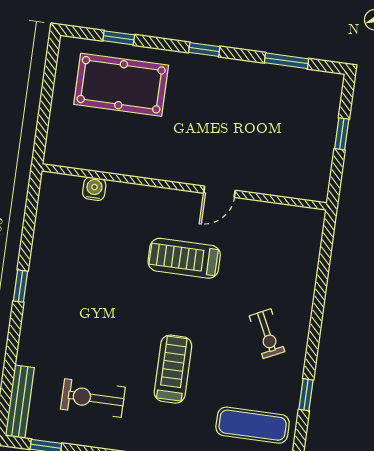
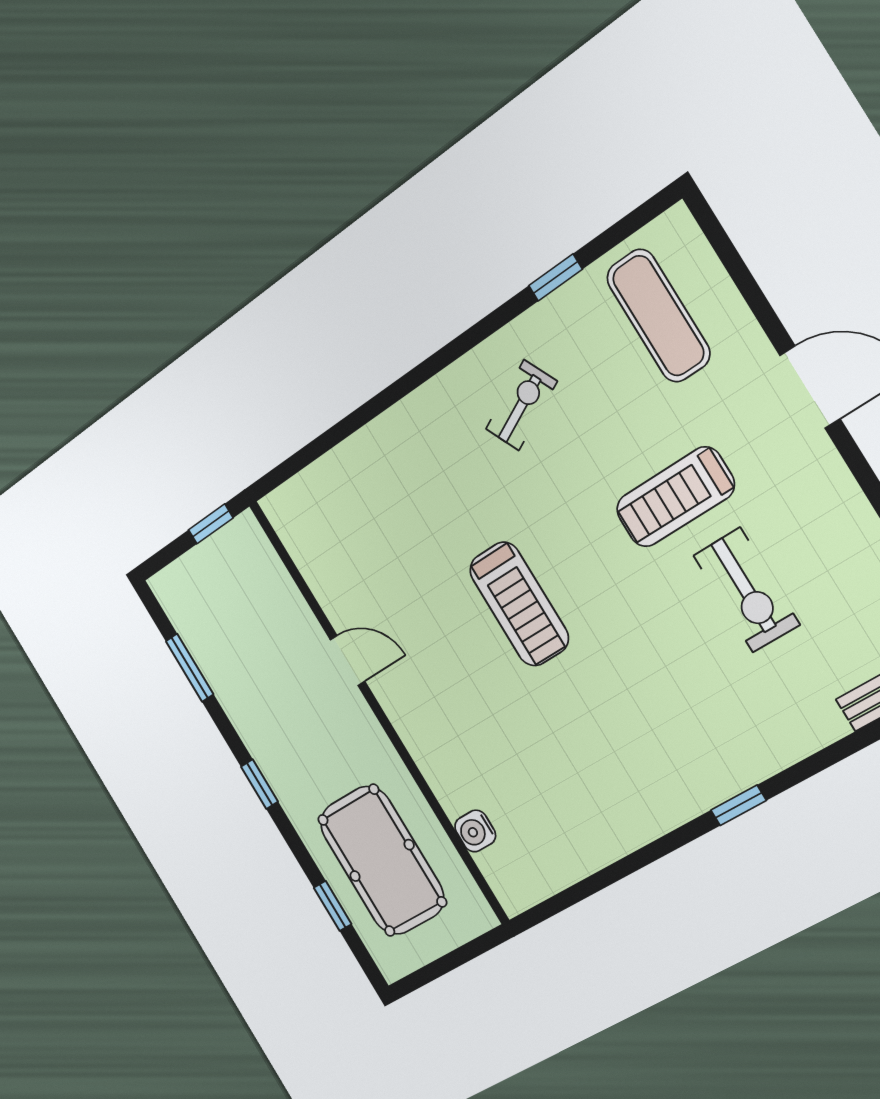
wall: (184, 187) -> (379, 712), moved
water cooler: (94, 189) -> (475, 831), moved
door: (219, 192) -> (347, 660), moved
exercise bike: (93, 398) -> (746, 590), moved

